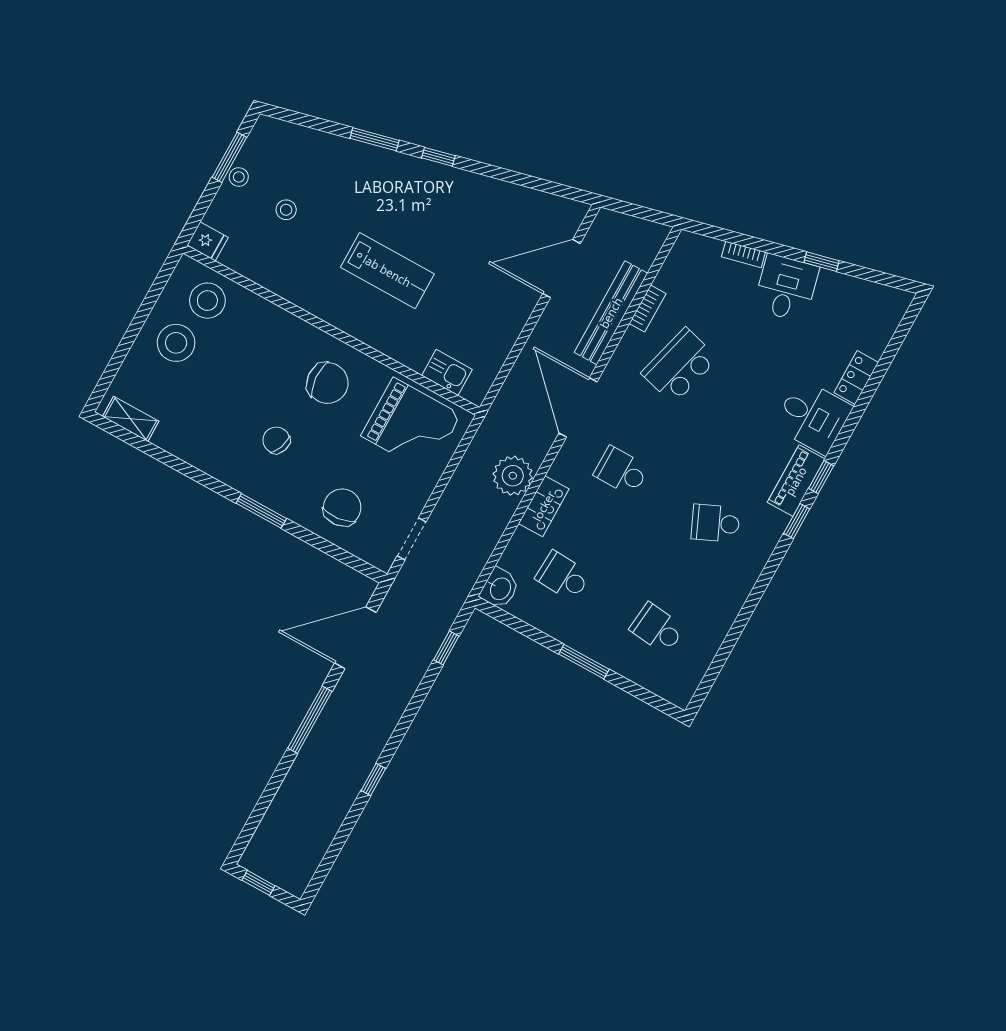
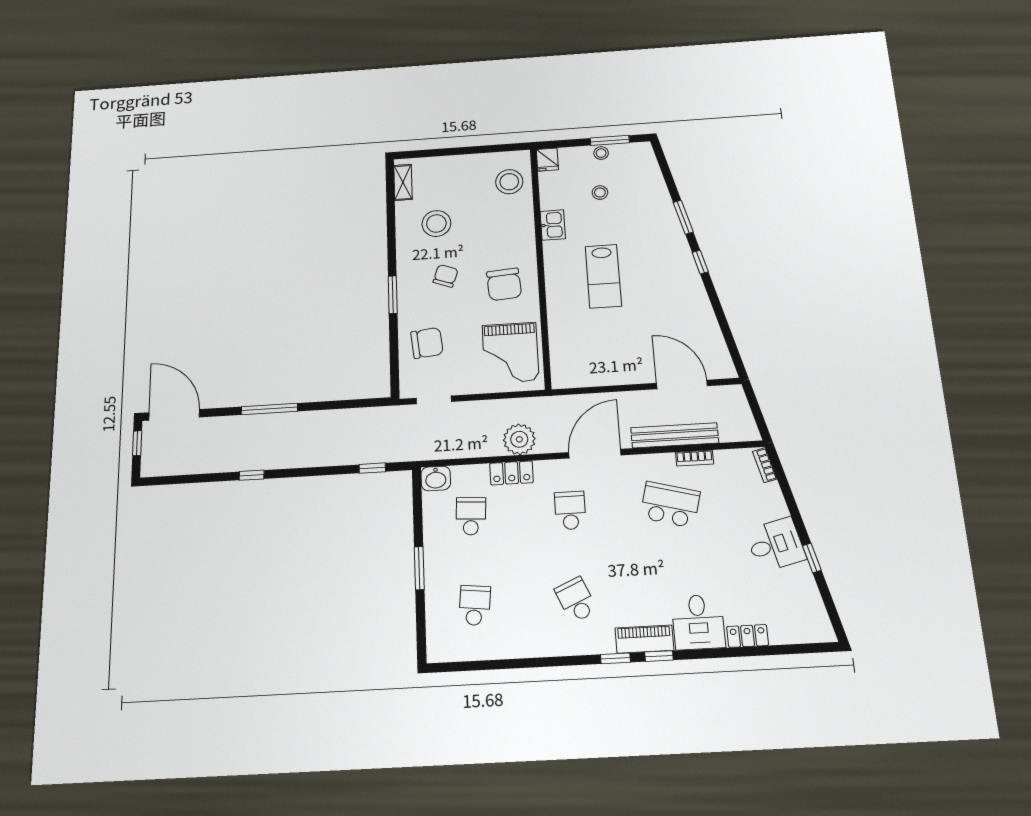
bookcase: (743, 254) -> (765, 465), moved
stool: (176, 343) -> (436, 223), moved
kitchen sink: (447, 372) -> (553, 225), moved
door: (355, 638) -> (174, 415), moved

